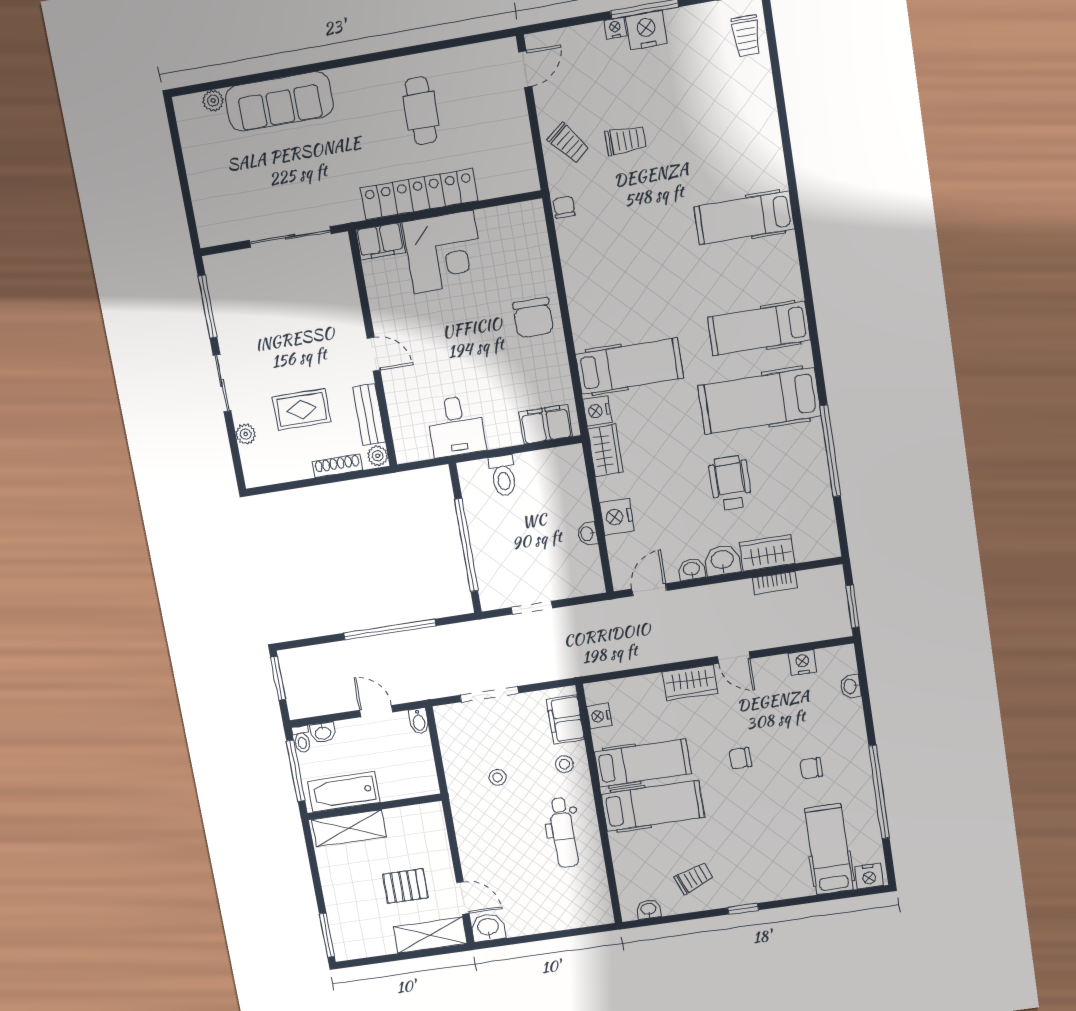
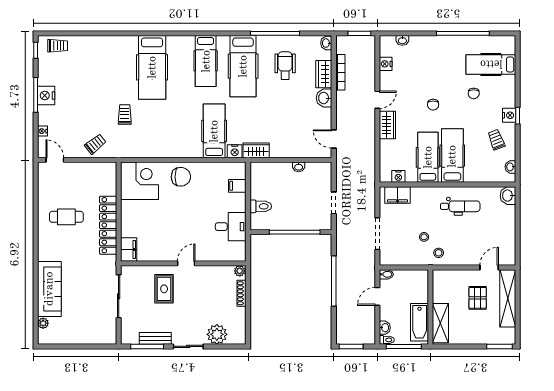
nightstand: (615, 28) -> (42, 131), moved
trolley: (625, 140) -> (125, 114), moved
chair: (564, 207) -> (127, 152), removed
hospital bed: (744, 218) -> (152, 67), width x1.37, depth x1.29
corner desk: (443, 252) -> (140, 181), moved
rug: (302, 409) -> (164, 289), moved
bench: (369, 415) -> (155, 338), moved
filing cabinet: (546, 424) -> (237, 186), width x0.50
plant: (246, 434) -> (217, 334), width x1.87, depth x1.87
wheelchair: (730, 483) -> (285, 66), moved, turned 90
nightstand: (617, 517) -> (292, 150), removed
washbasin: (691, 569) -> (326, 43), moved
bookcase: (775, 583) -> (340, 72), width x1.56
stool: (564, 764) -> (439, 253), moved
chair: (811, 768) -> (474, 93), moved
nightstand: (869, 876) -> (509, 115), moved
washbasin: (488, 927) -> (508, 196), moved
shelving: (430, 935) -> (508, 298), width x1.47

